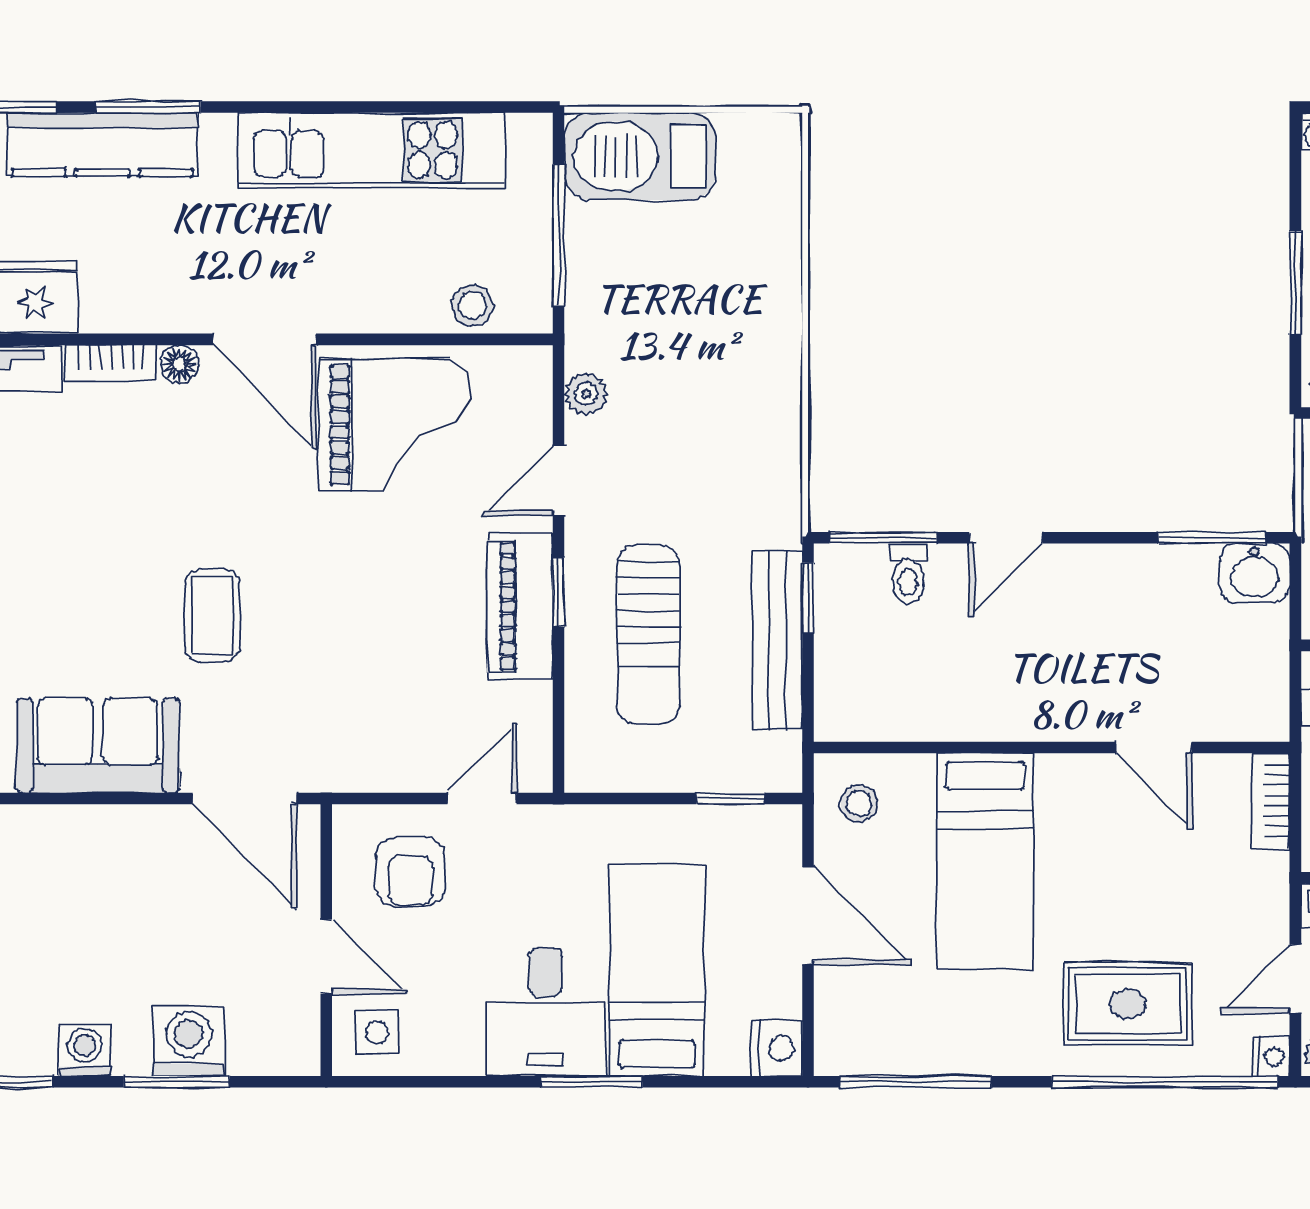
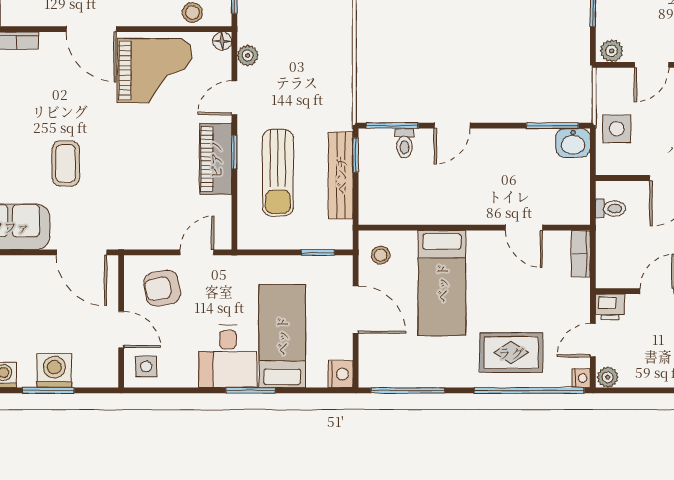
floor lamp: (179, 364) -> (222, 41), moved
armchair: (410, 872) -> (162, 288), turned 80

